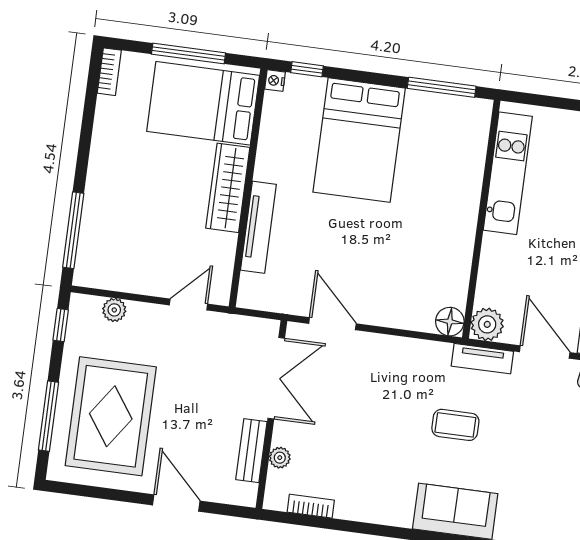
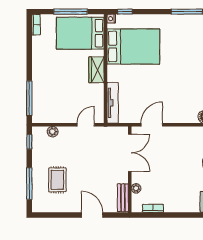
bed: (359, 140) -> (133, 47), moved, turned -90
wardrobe: (228, 188) -> (96, 70), width x0.67
tv unit: (258, 227) -> (113, 103), moved
door: (332, 324) -> (152, 125), hinge flipped
rug: (111, 416) -> (57, 180), width x0.54, depth x0.49
bench: (251, 451) -> (123, 198), moved

